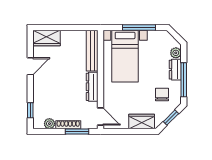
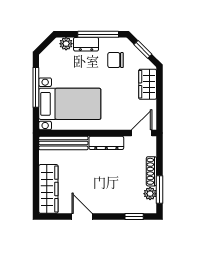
wardrobe: (46, 38) -> (48, 189), width x1.50
window: (77, 132) -> (159, 190), moved

